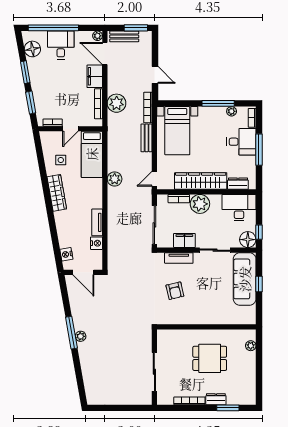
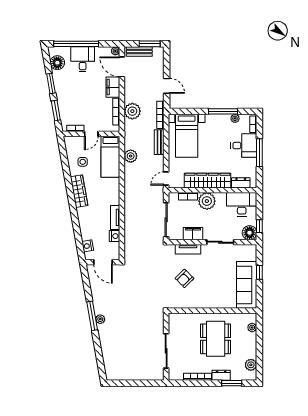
plant: (115, 179) -> (131, 156), moved
sofa: (245, 279) -> (247, 285), moved
armchair: (175, 291) -> (184, 278), turned 58
dining table: (210, 358) -> (216, 339), width x1.38
plant: (249, 388) -> (251, 365), added

